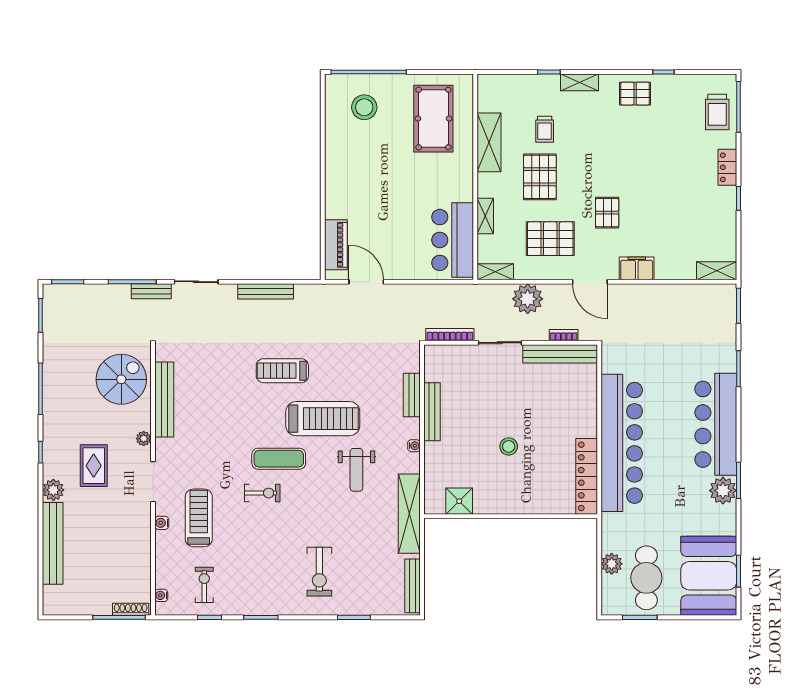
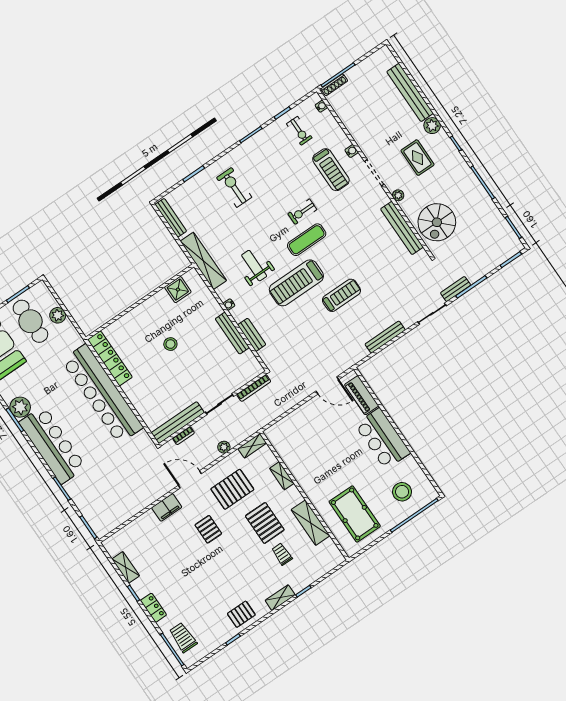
bar counter: (453, 240) -> (383, 439), moved, turned 180
shelving: (717, 271) -> (126, 567), moved, turned 90
plant: (528, 299) -> (224, 447), width x0.53, depth x0.53

